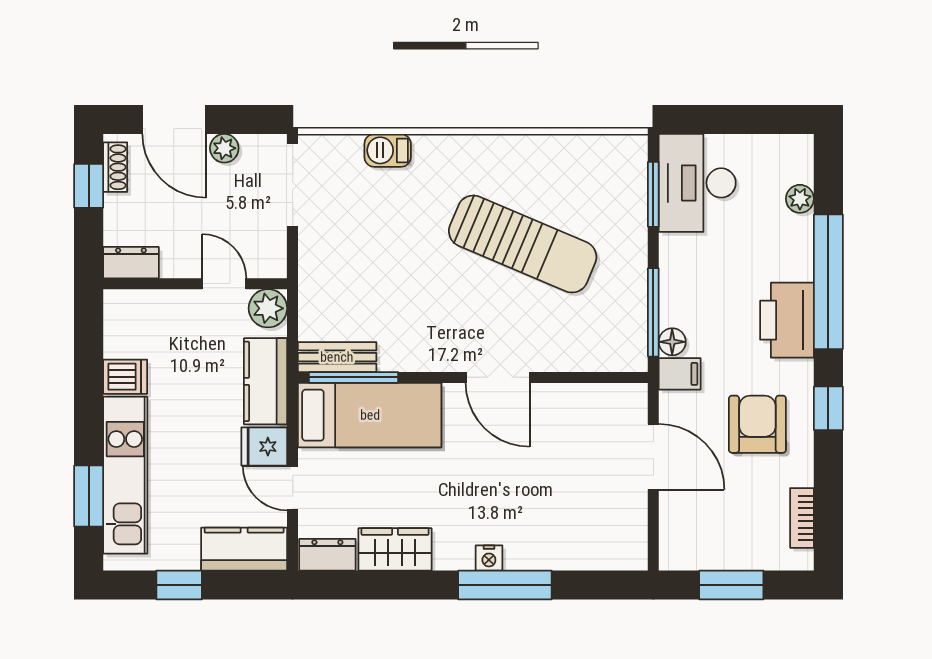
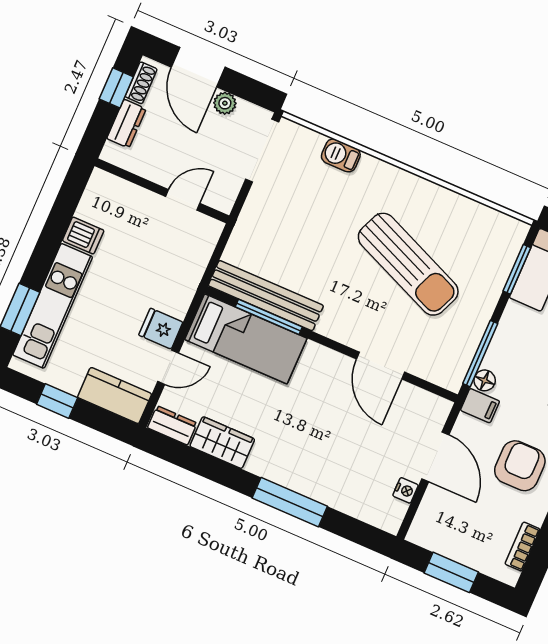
dresser: (131, 263) -> (126, 124), moved, turned 90
door: (224, 284) -> (183, 200), hinge flipped
plant: (268, 308) -> (206, 231), removed
bench: (337, 357) -> (266, 296), width x1.86, depth x1.21
window: (354, 377) -> (269, 317), moved
door: (498, 377) -> (381, 366), moved
kitchen counter: (266, 381) -> (182, 282), removed
door: (293, 488) -> (168, 367), swing flipped
nightstand: (489, 558) -> (406, 490), moved, turned -90

